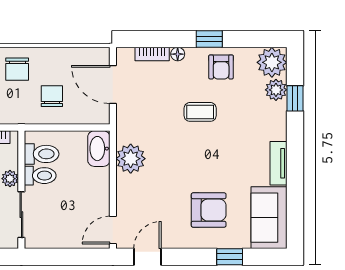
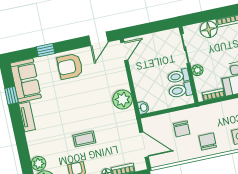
window: (295, 98) -> (11, 96), moved
washbasin: (99, 149) -> (143, 108), width x0.52, depth x0.69
armchair: (209, 210) -> (70, 67), moved

